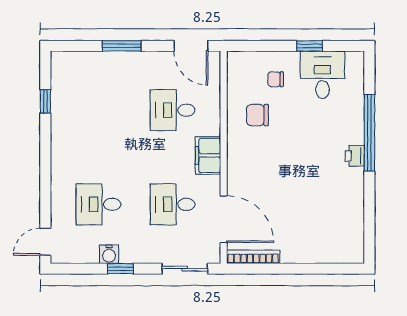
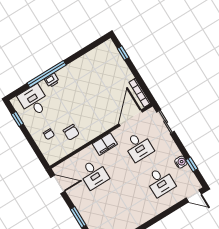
door: (191, 46) -> (58, 184), hinge flipped
window: (310, 46) -> (17, 119), moved
desk: (322, 75) -> (34, 101), moved, turned 90
printer: (355, 156) -> (52, 80), moved
window: (120, 269) -> (192, 164), moved
window: (329, 269) -> (123, 53), added

